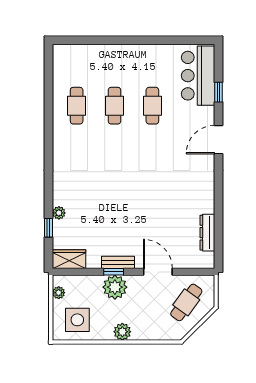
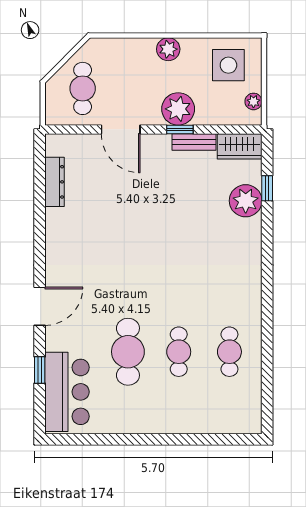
cafe table: (152, 106) -> (128, 352), width x1.37, depth x1.35
plant: (59, 213) -> (246, 201), width x1.87, depth x1.87
bench: (118, 262) -> (194, 142), moved
cafe table: (186, 302) -> (83, 88), turned -36

